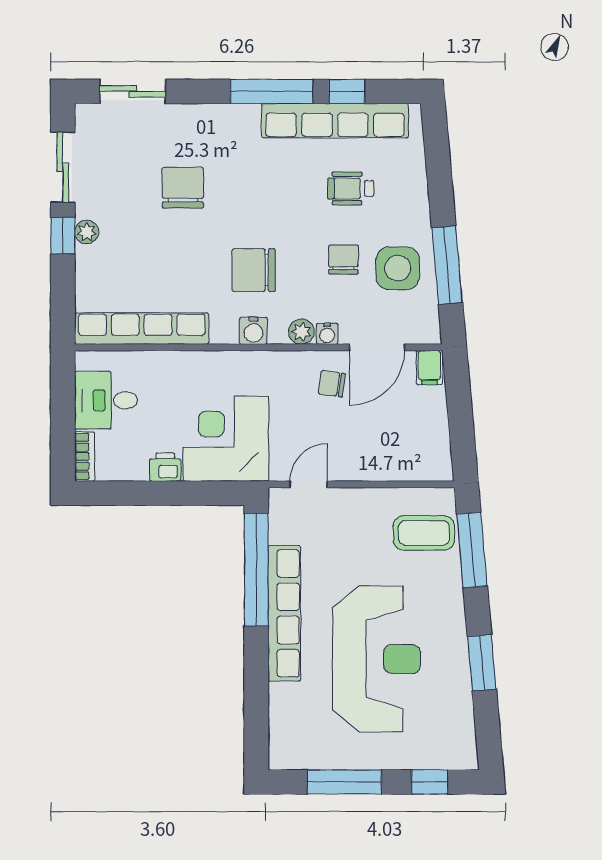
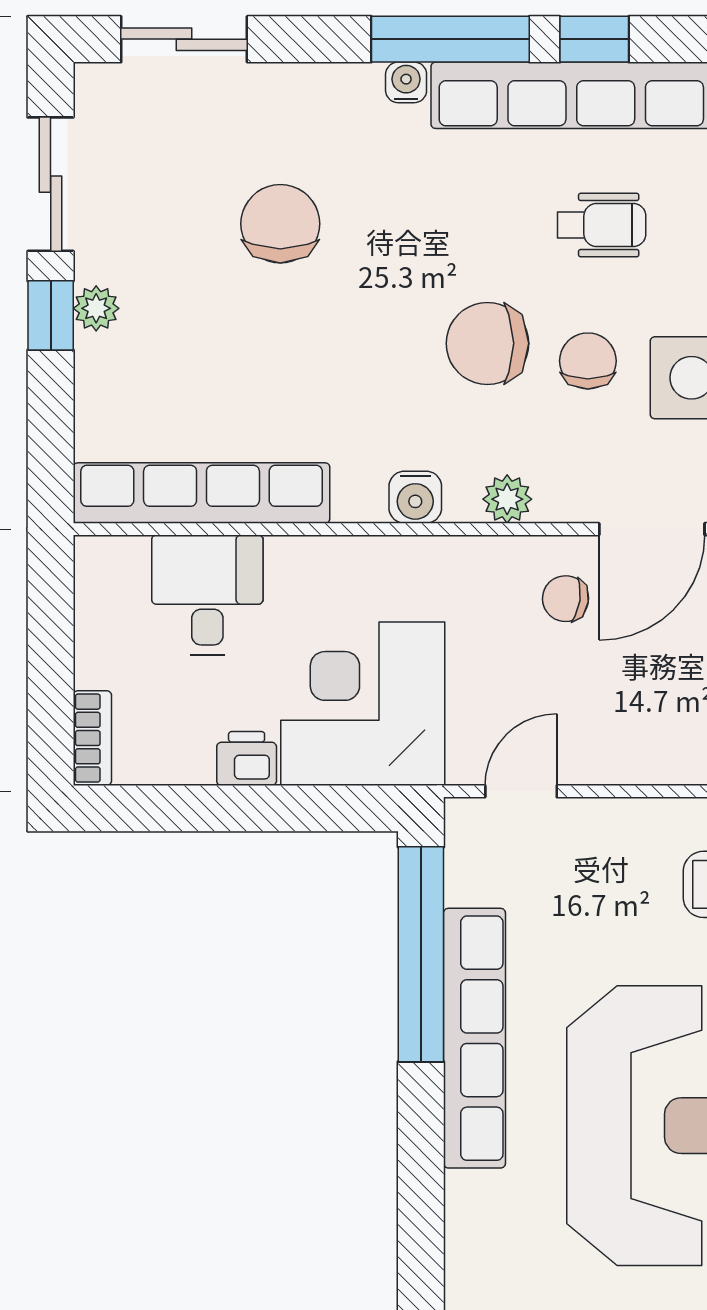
wheelchair: (351, 188) -> (602, 225), turned 180
chair: (254, 270) -> (487, 343), moved
water cooler: (327, 334) -> (406, 82), moved, turned 180
desk: (106, 400) -> (207, 595), moved, turned 90

